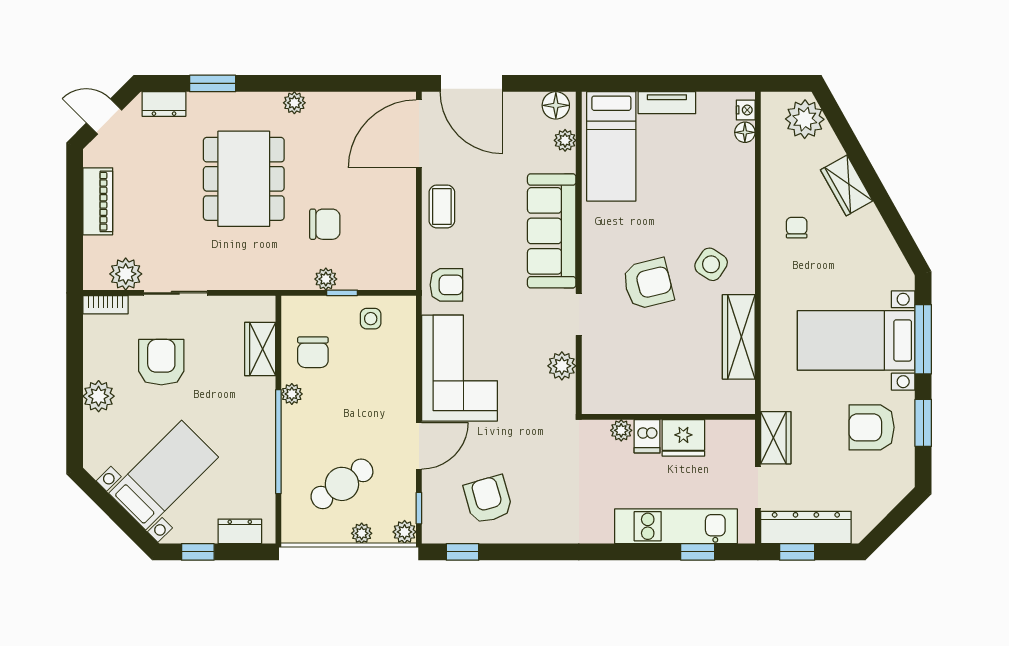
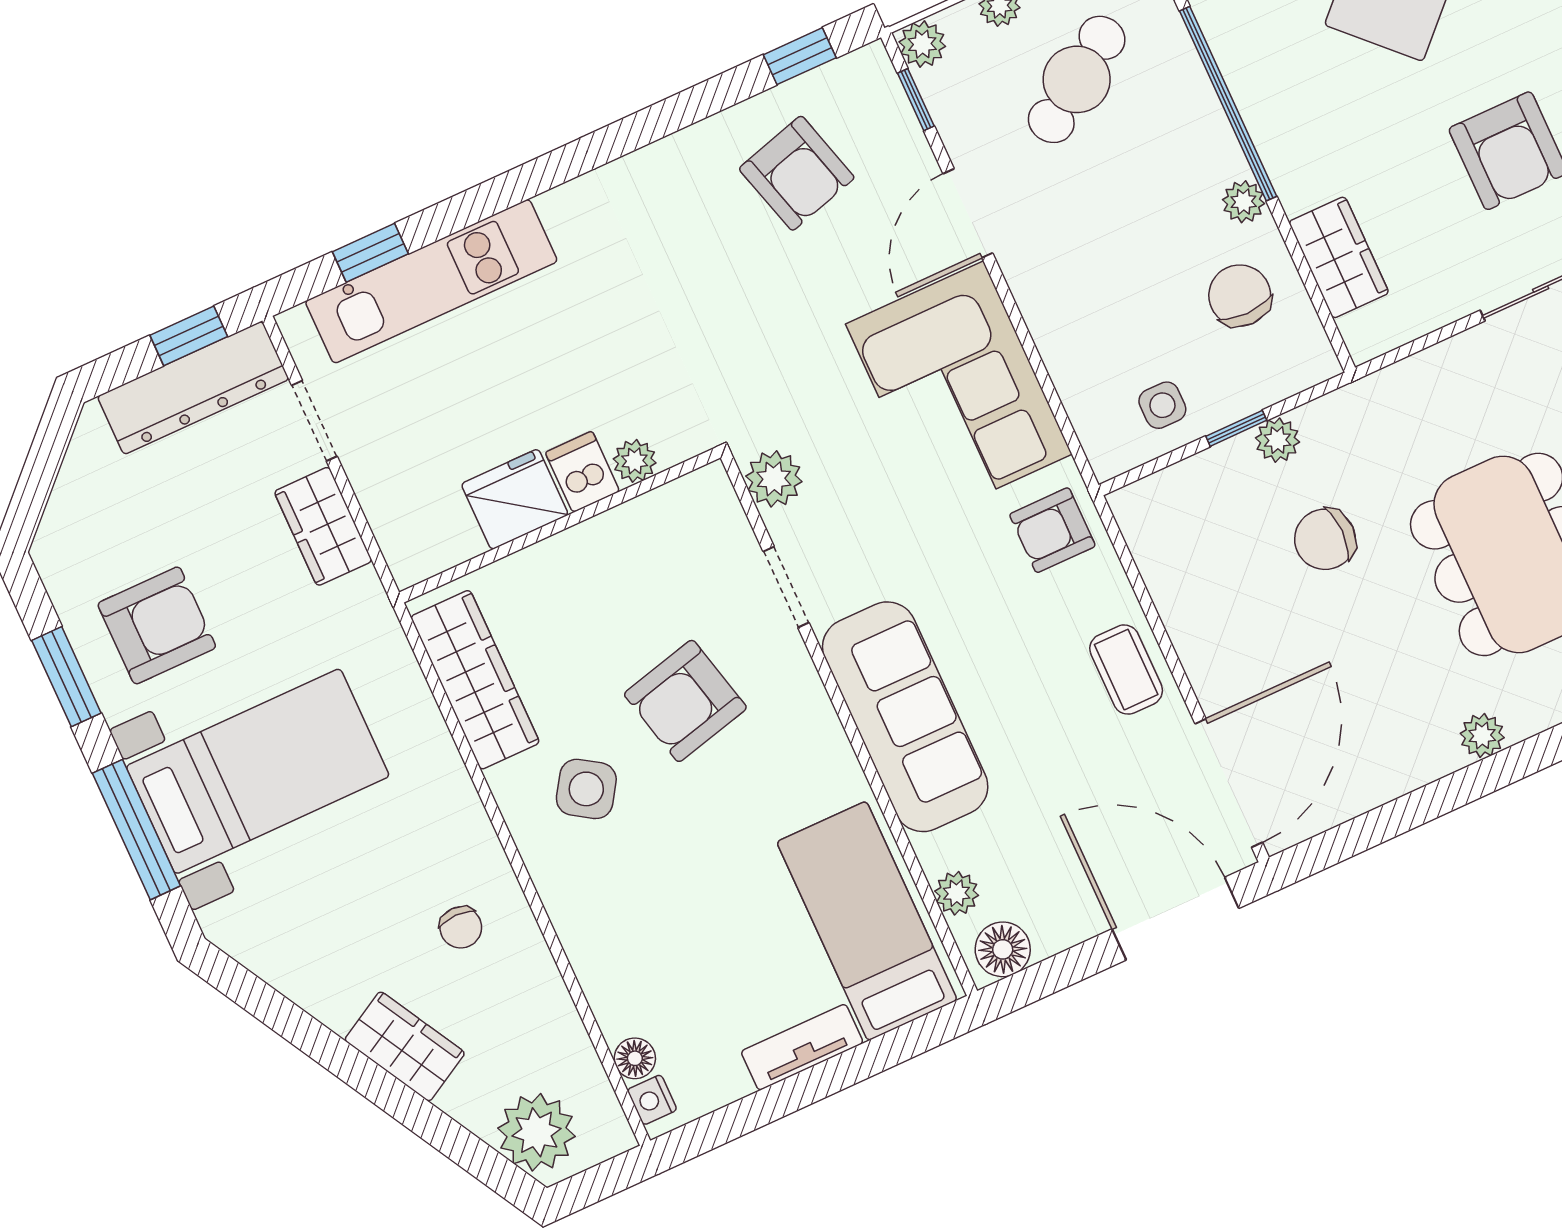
wall: (668, 417) -> (560, 525), moved
plant: (621, 430) -> (635, 461), moved
dishwasher: (647, 436) -> (582, 472), moved
fridge: (683, 438) -> (515, 499), moved

